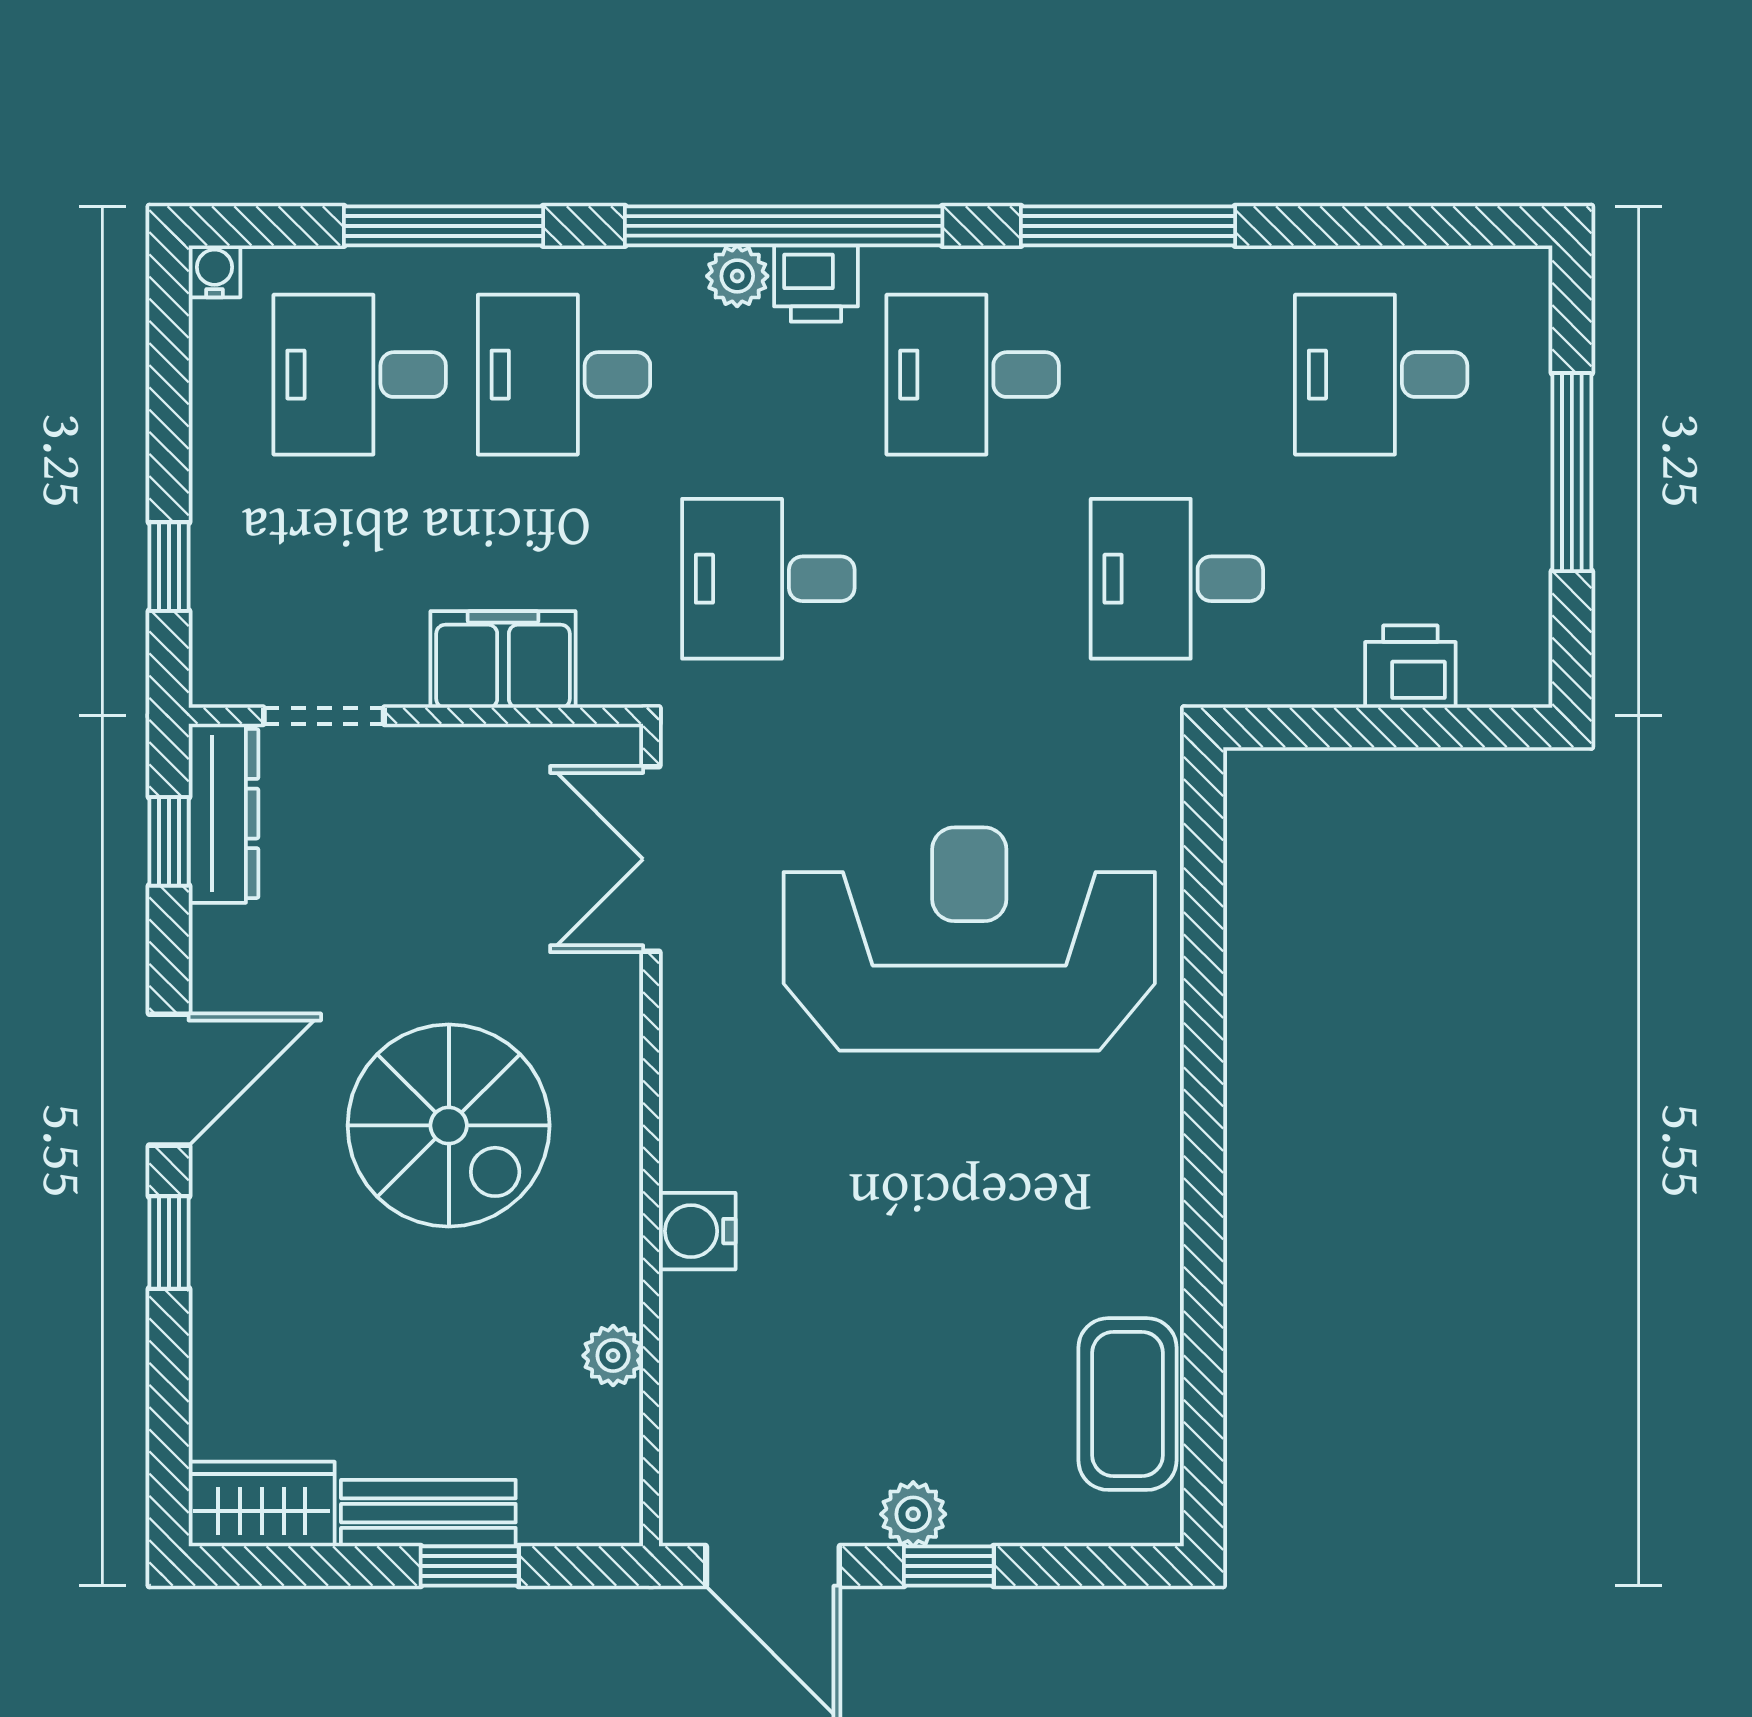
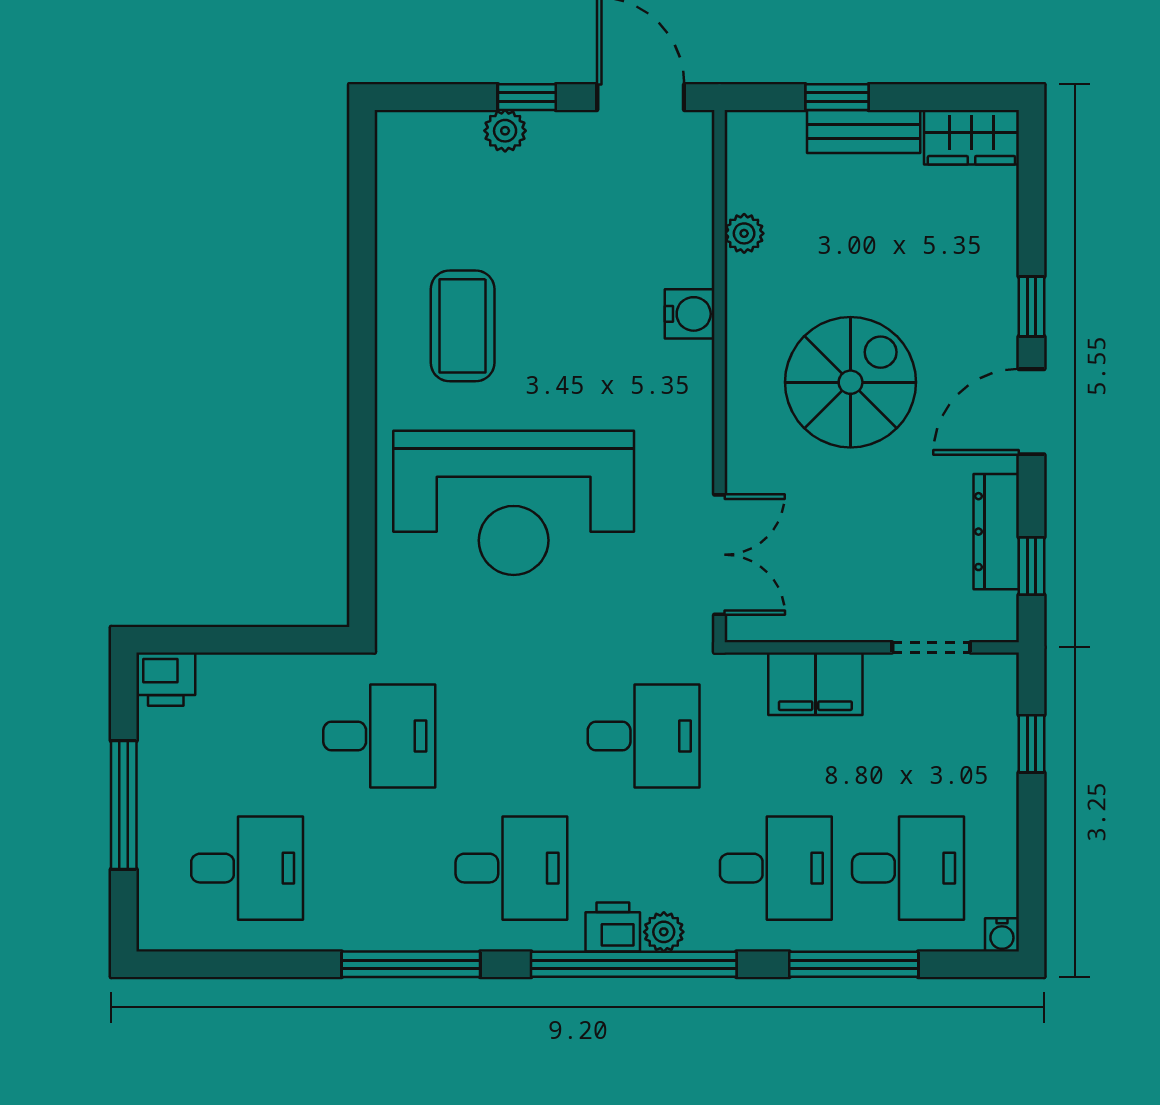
printer: (1410, 667) -> (166, 679), moved
dresser: (224, 814) -> (996, 532), moved
spiral stairs: (449, 1125) -> (851, 382), turned 90
coffee table: (1128, 1404) -> (463, 326), moved
plant: (913, 1514) -> (505, 131), moved

